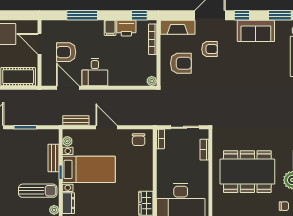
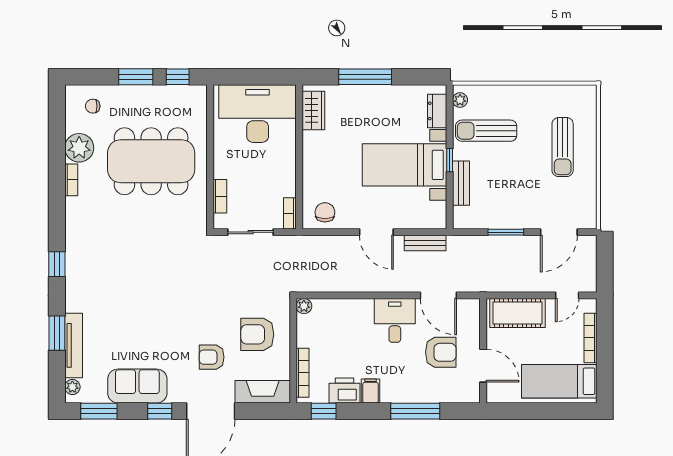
plant: (67, 141) -> (439, 210), removed

